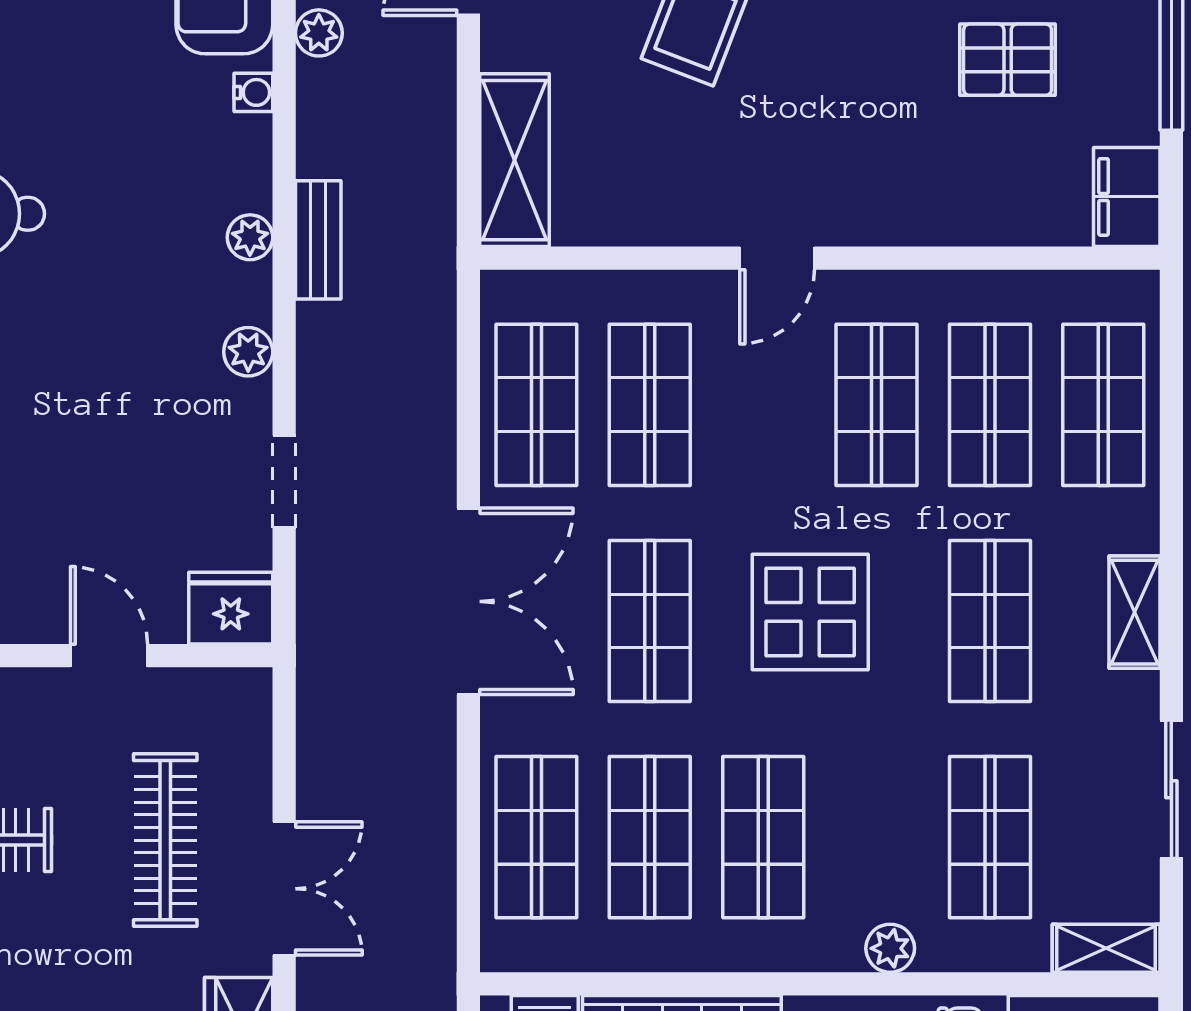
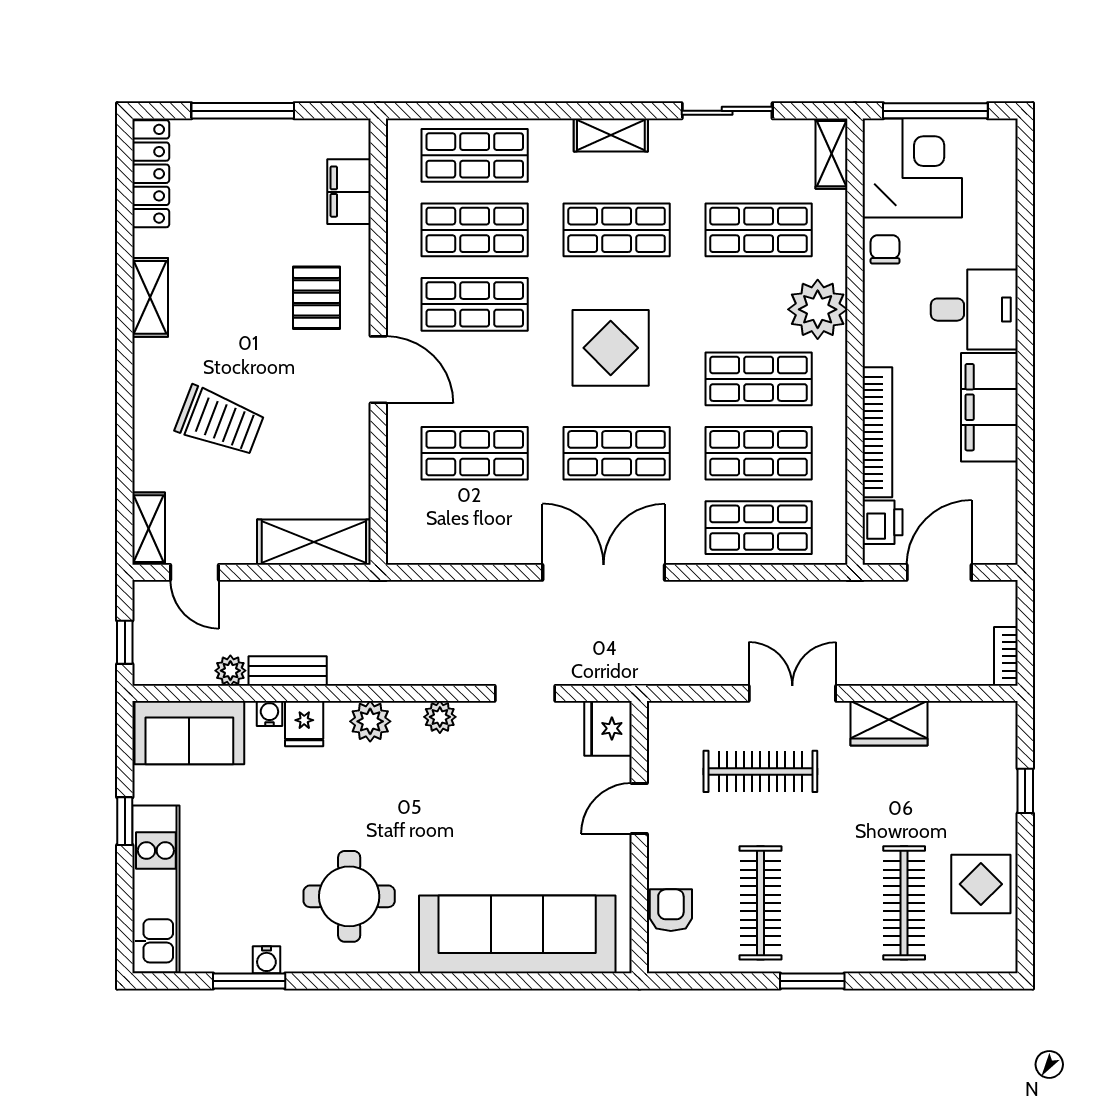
pallet: (1008, 60) -> (317, 298), moved
fridge: (238, 145) -> (304, 724), added
filing cabinet: (1127, 197) -> (349, 192), moved, turned 90
plant: (250, 237) -> (370, 721), width x1.38, depth x1.38
bench: (318, 240) -> (288, 671), moved
door: (777, 258) -> (378, 370), width x1.38
shop shelf: (536, 405) -> (475, 528), removed
plant: (890, 948) -> (818, 309), width x1.87, depth x1.87

